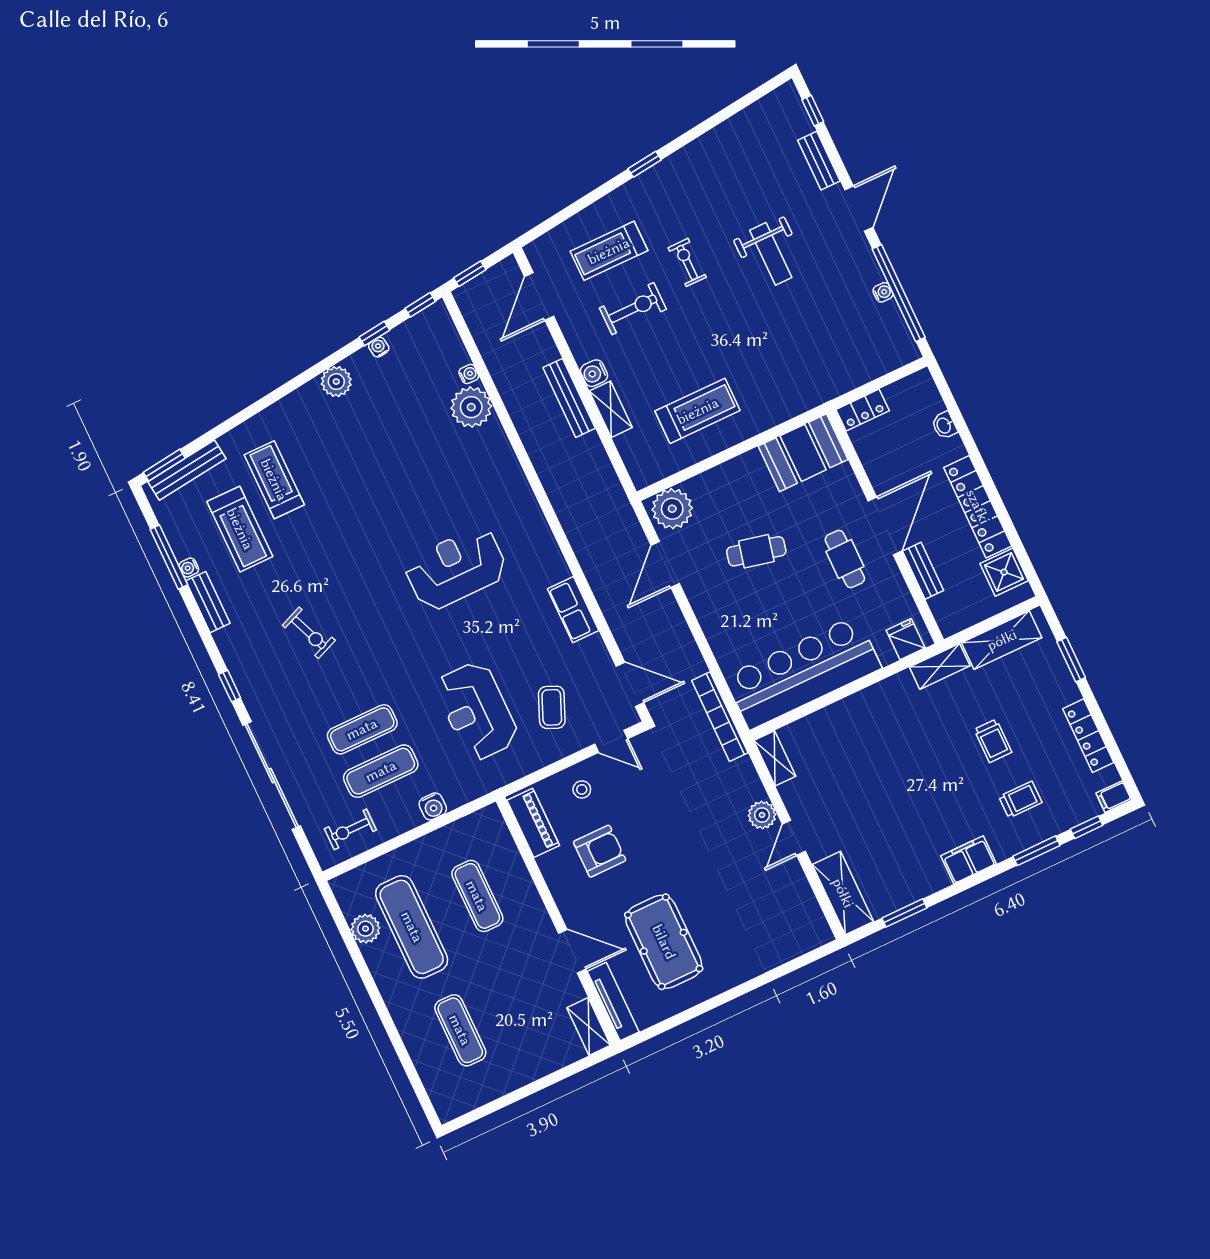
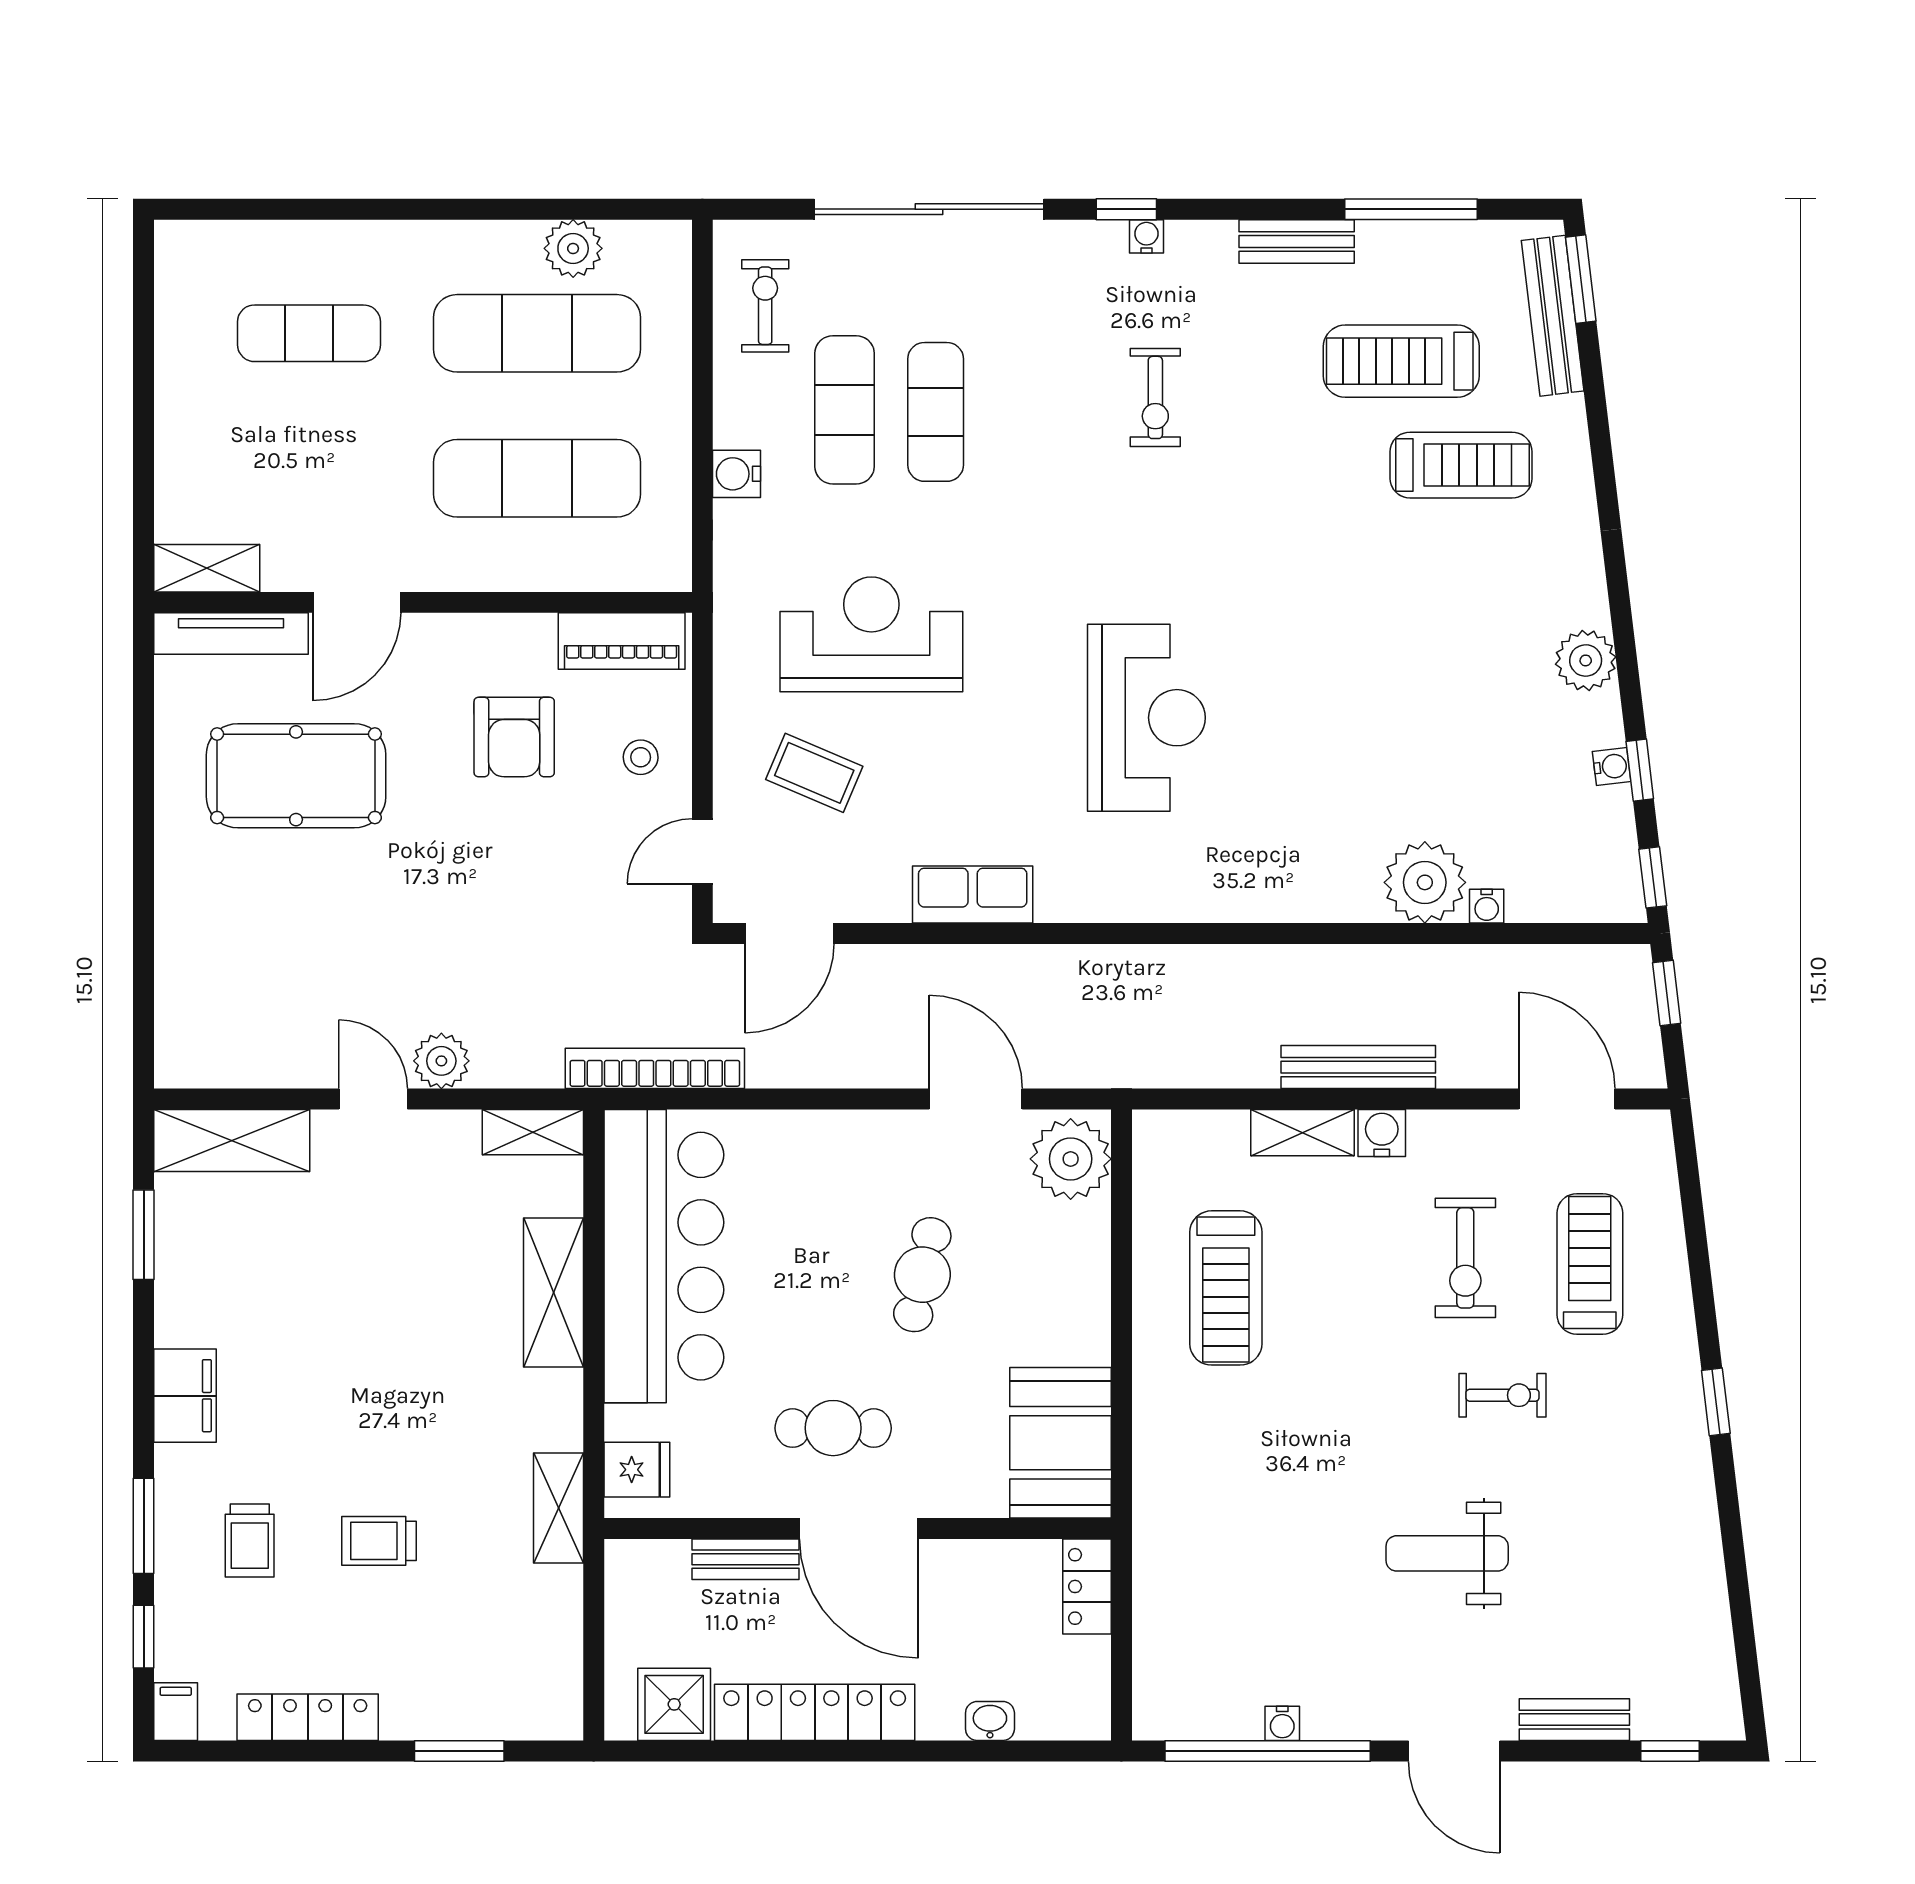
water cooler: (189, 568) -> (1146, 236), moved
exercise bike: (309, 633) -> (1155, 397), turned -68
shelving: (1002, 640) -> (553, 1293), moved
exercise mat: (477, 896) -> (537, 478), width x1.36, depth x1.45

